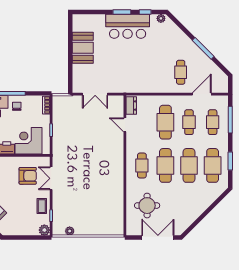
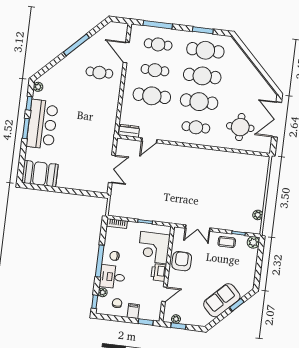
booth: (83, 48) -> (40, 174), moved
armchair: (28, 176) -> (182, 261), moved

